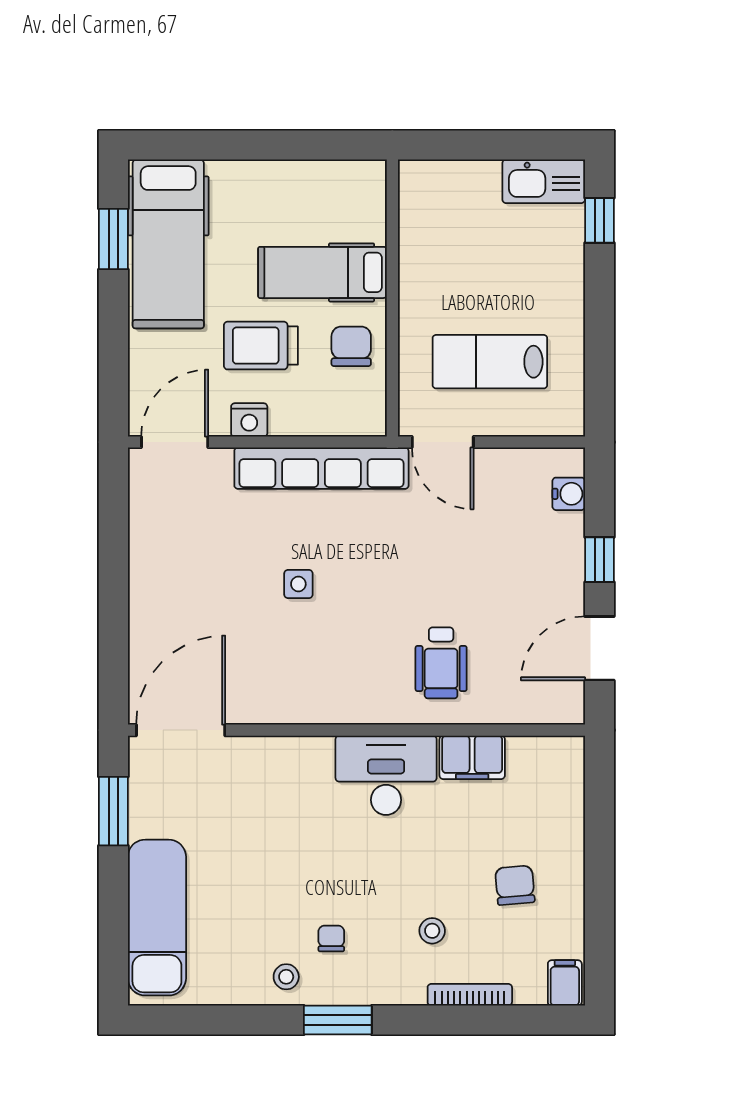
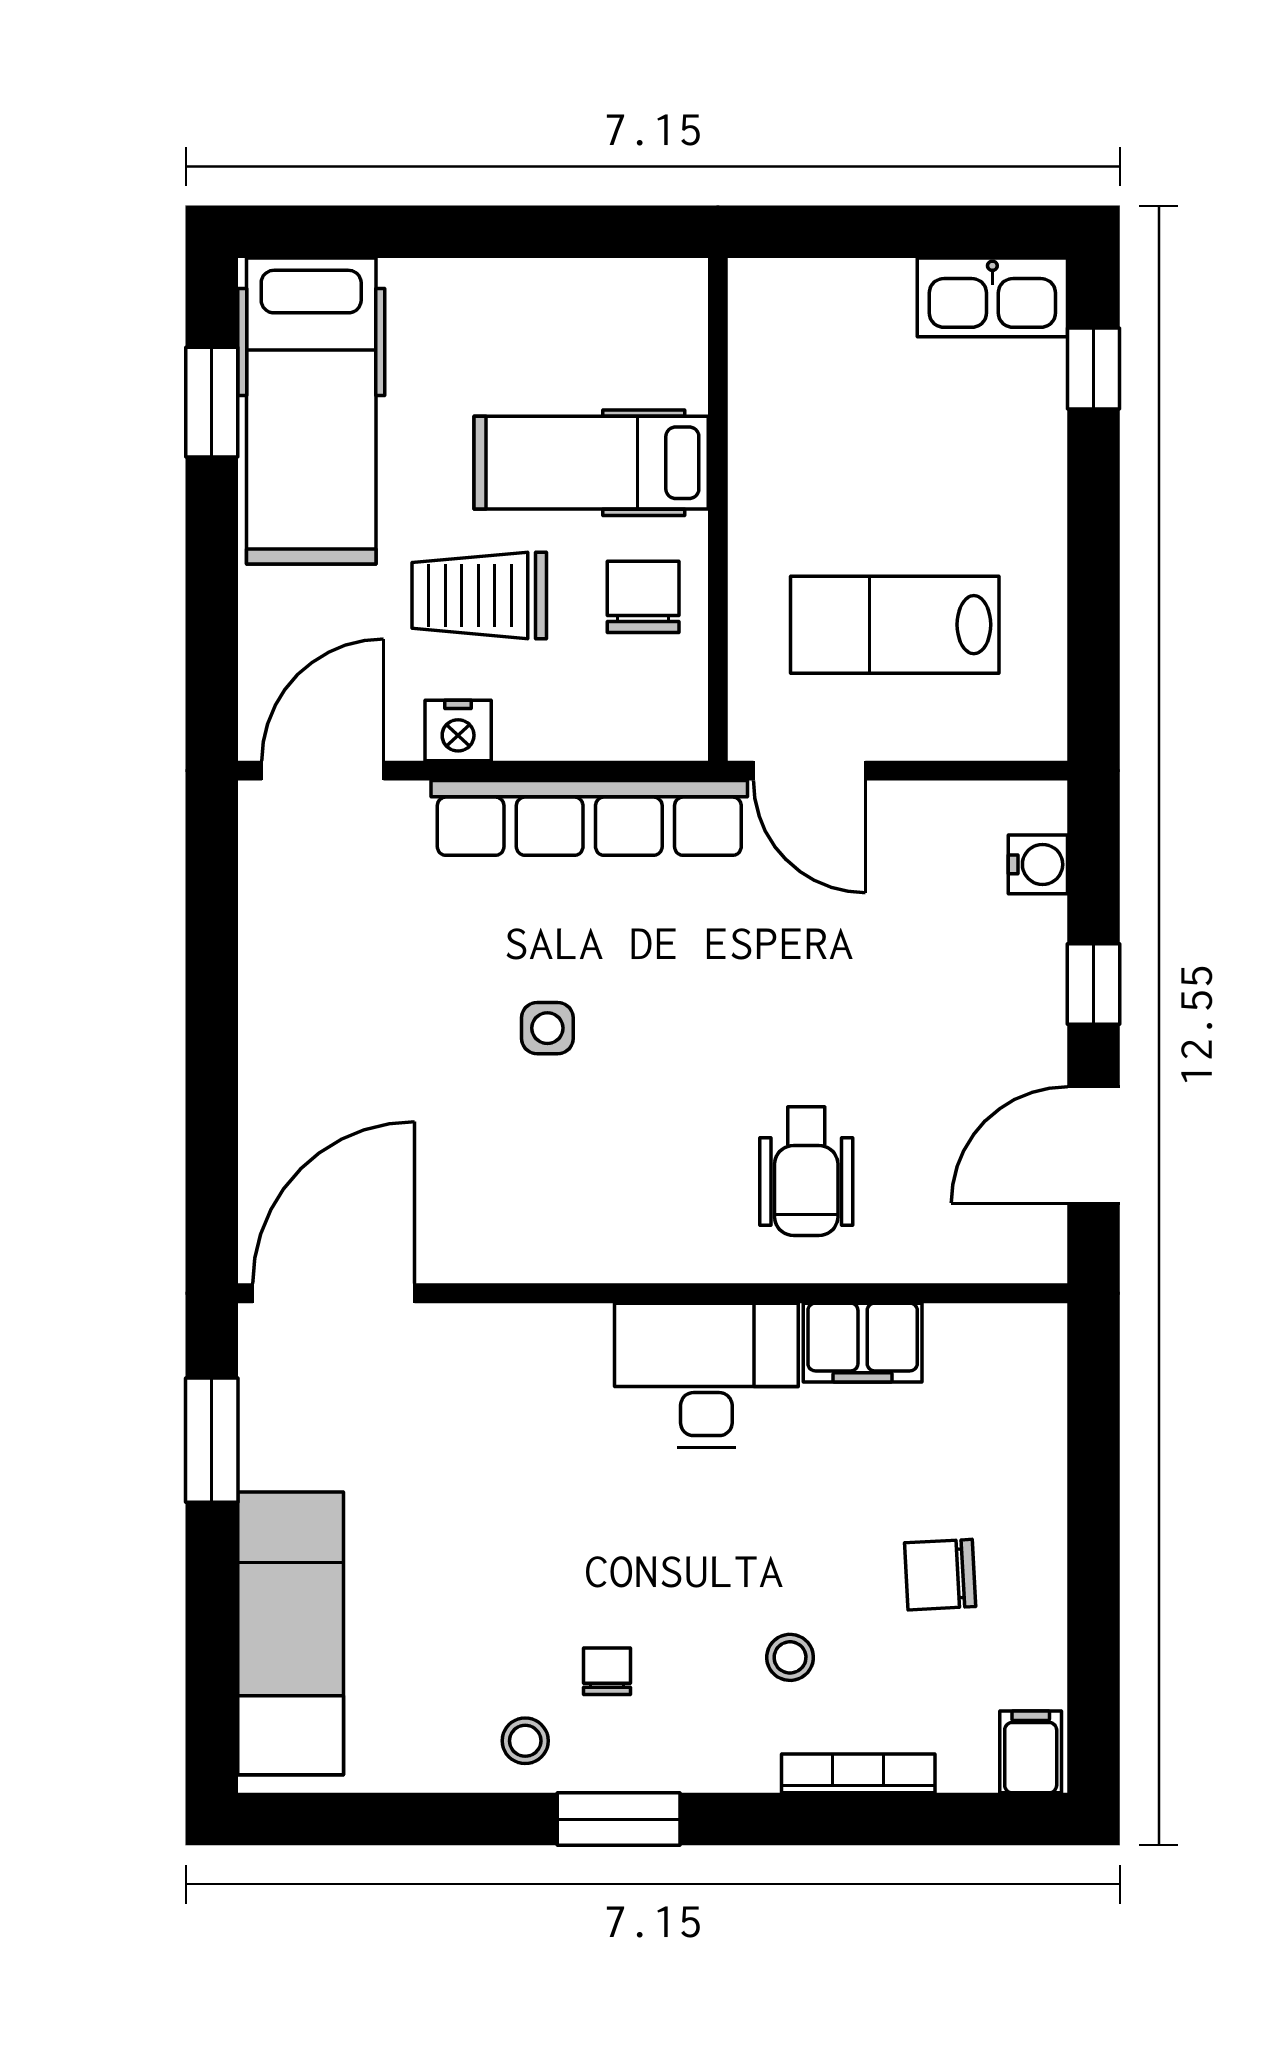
chair: (515, 885) -> (940, 1575), turned -88

